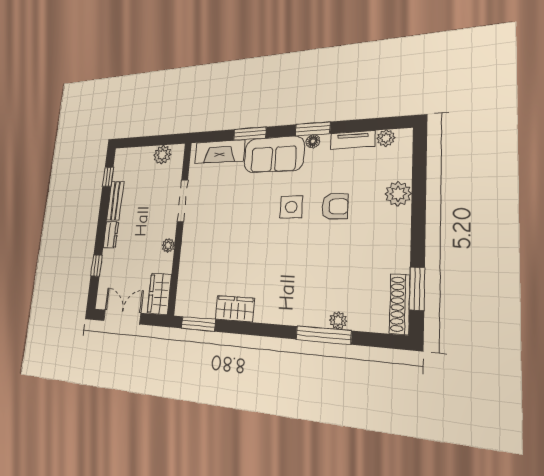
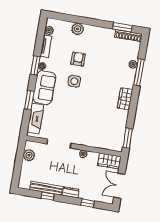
window: (108, 177) -> (48, 196), moved
bench: (115, 201) -> (46, 188), width x1.36
wardrobe: (235, 309) -> (125, 99), moved

